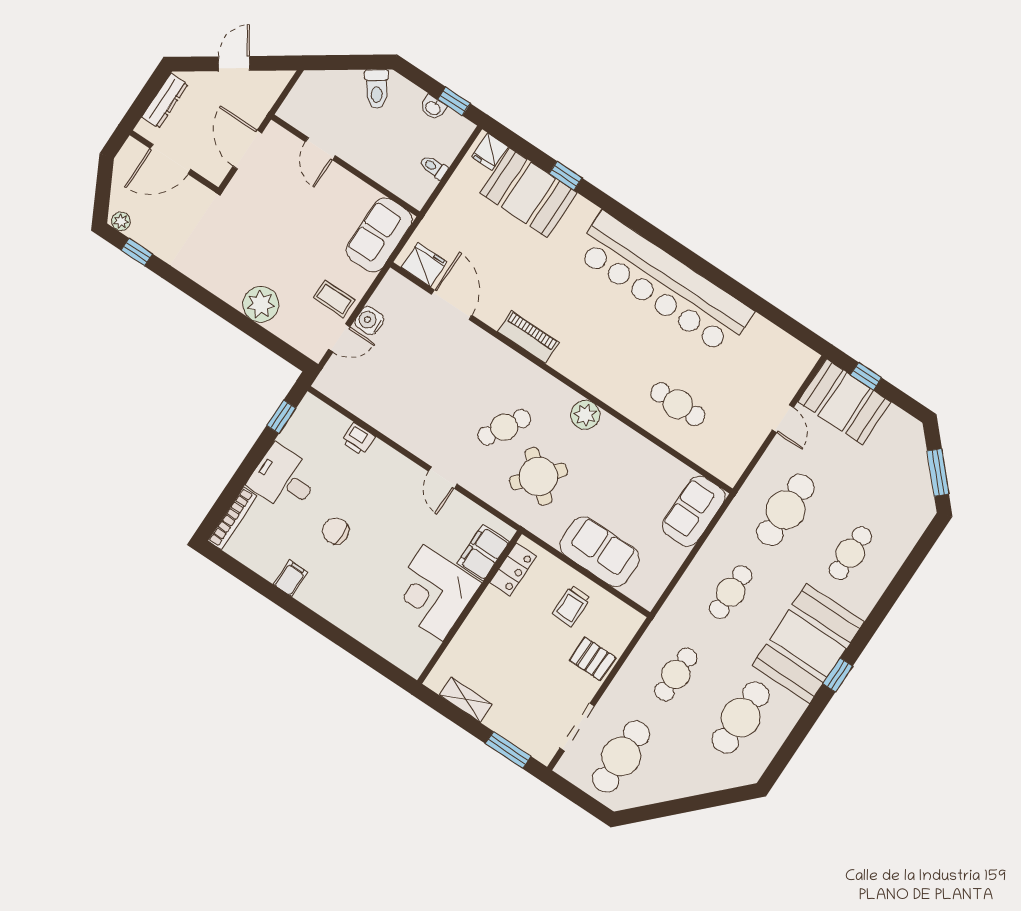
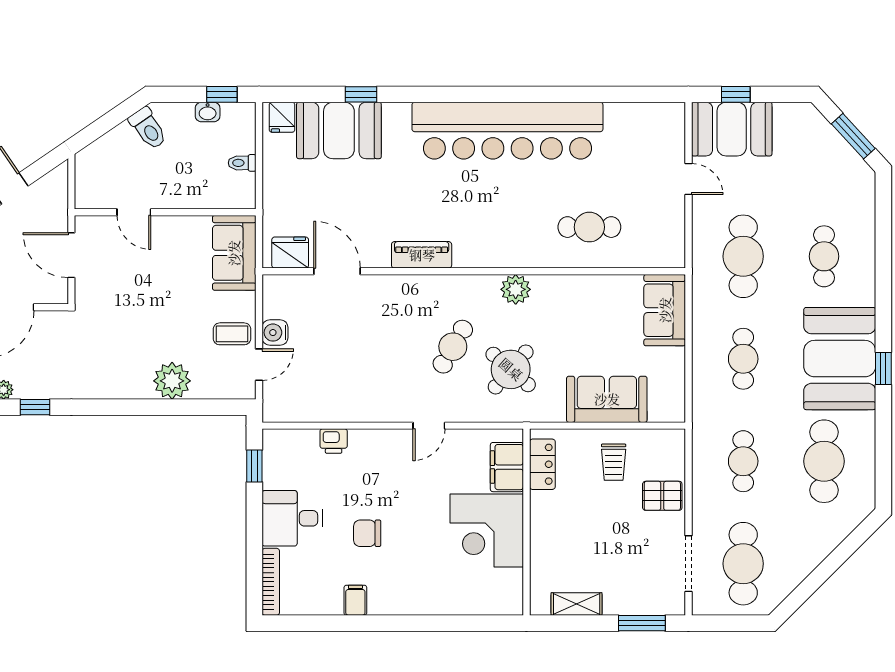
door: (443, 478) -> (429, 426), hinge flipped

